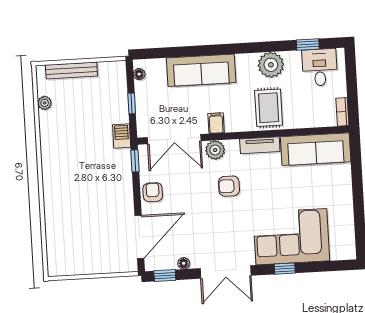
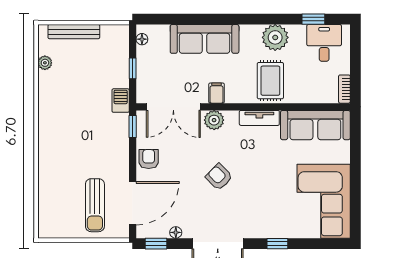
armchair: (229, 186) -> (219, 177), moved, turned 45
corner sofa: (291, 237) -> (324, 201), moved, turned -90
sun lounger: (102, 241) -> (95, 205), added

